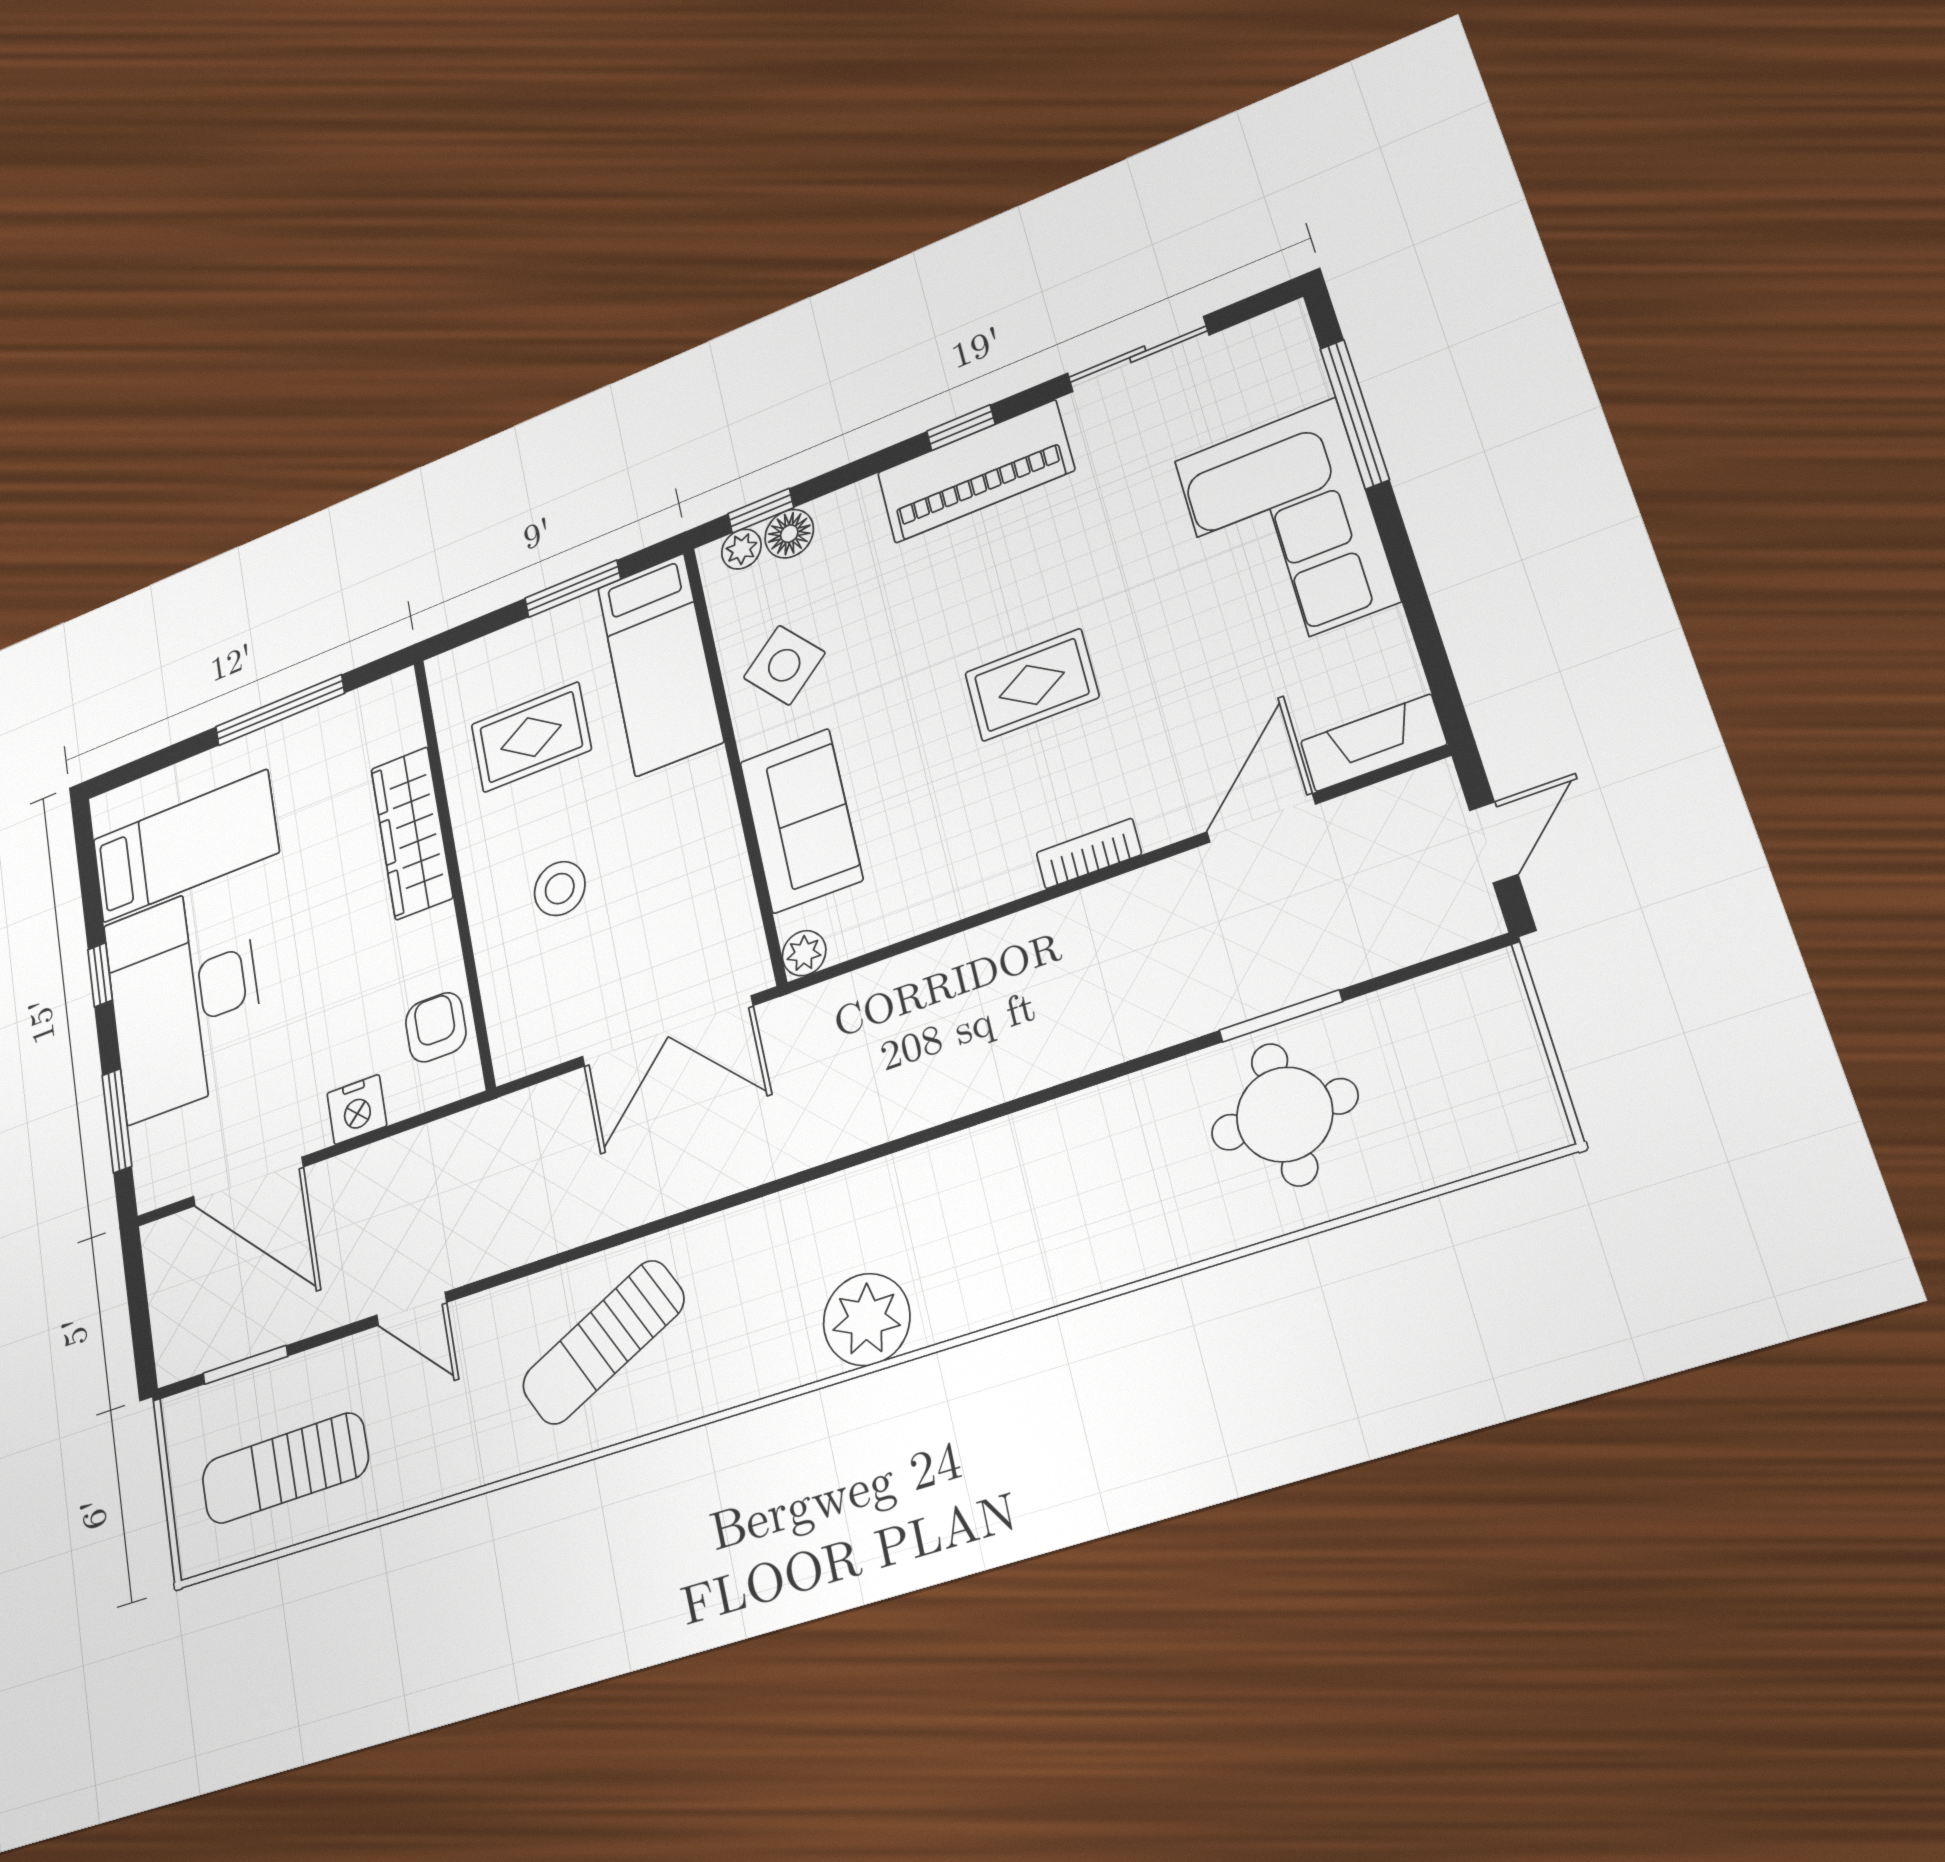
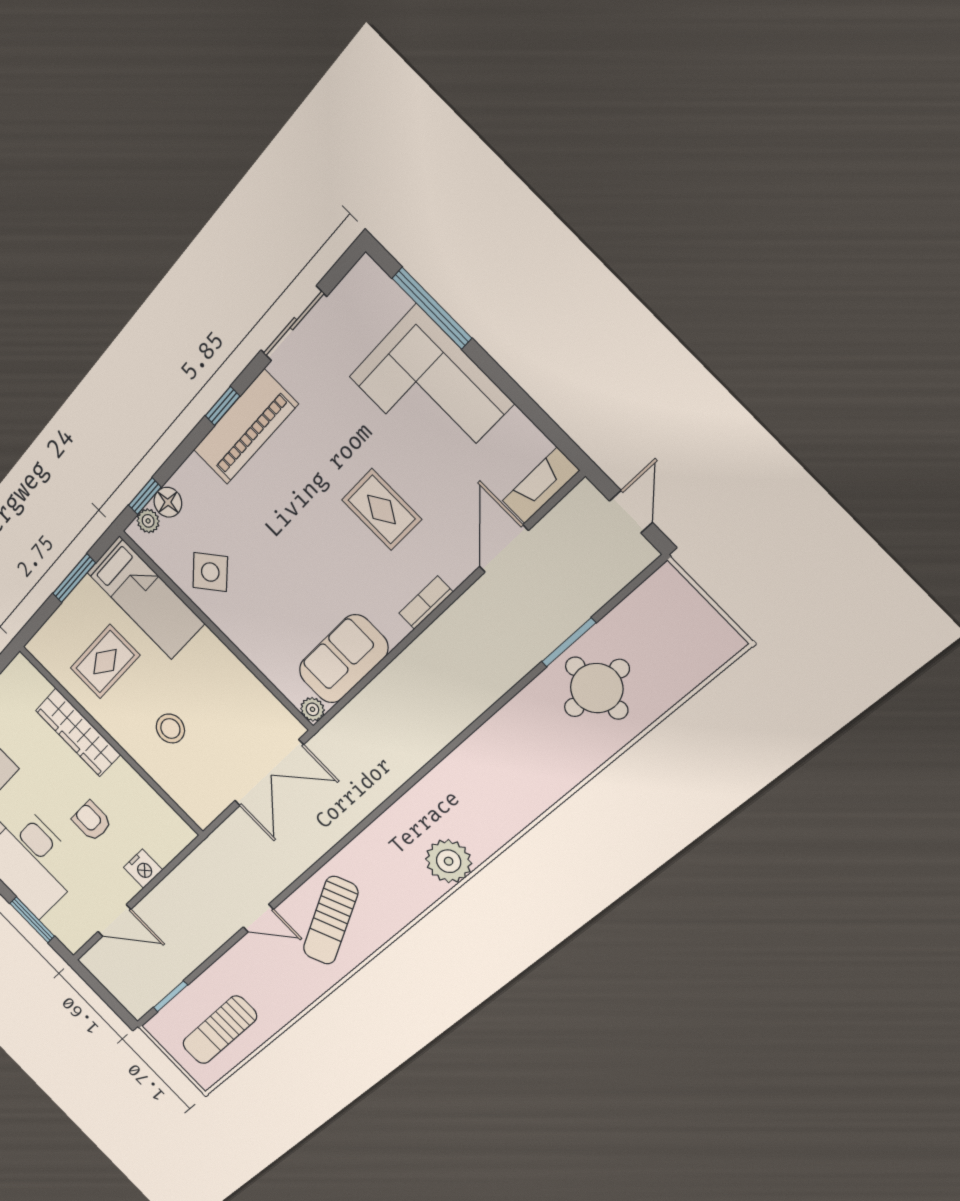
rug: (1032, 685) -> (382, 510), moved, turned 90
sofa: (801, 821) -> (343, 659), moved, turned -90
armchair: (436, 1027) -> (92, 821), moved
door: (248, 1182) -> (114, 920), width x0.73
door: (412, 1309) -> (258, 918), moved

